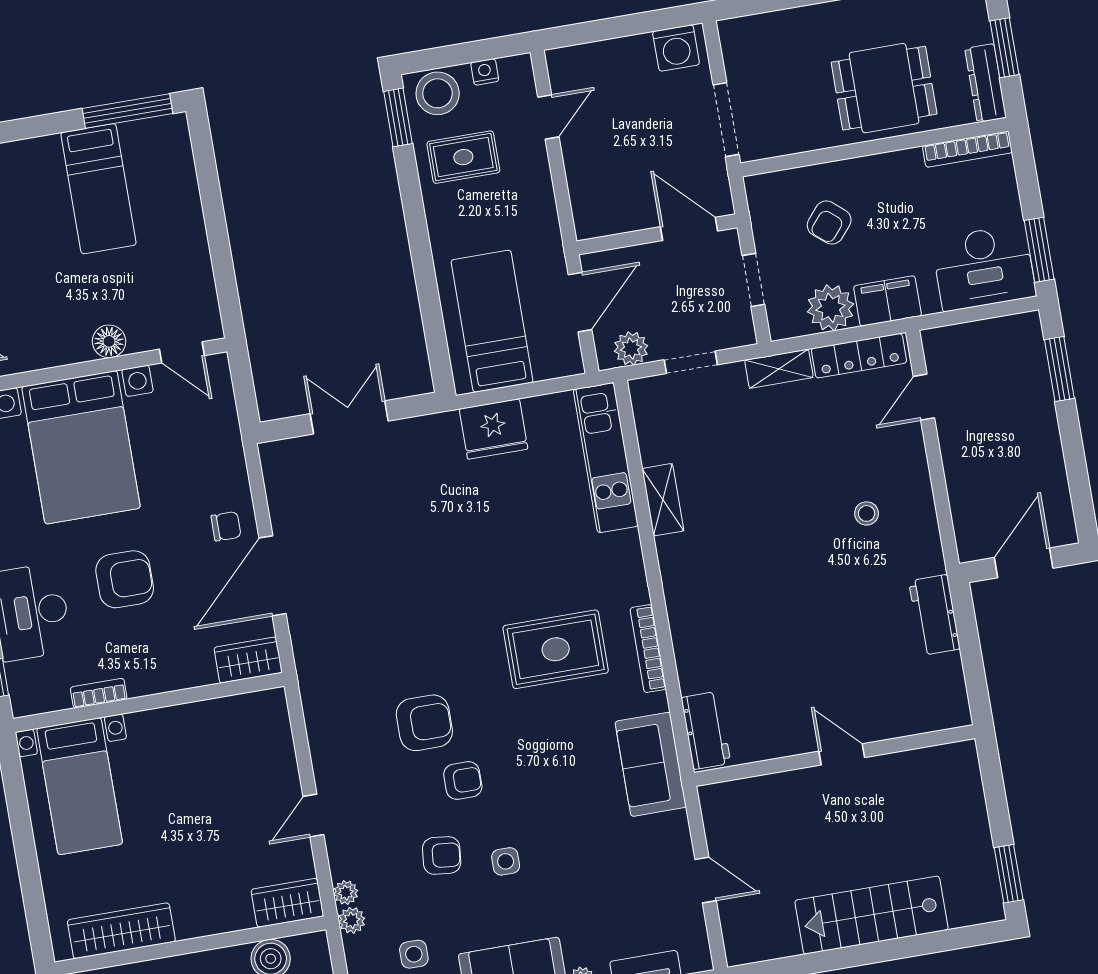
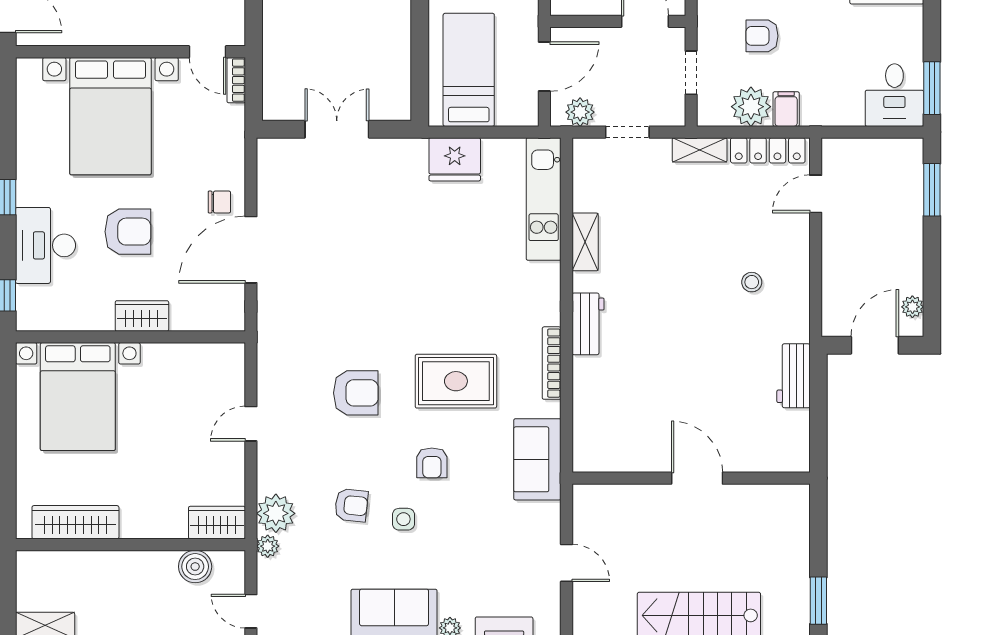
armchair: (829, 223) -> (762, 36), turned 50
desk: (984, 268) -> (894, 95), width x0.73
filing cabinet: (888, 301) -> (786, 109), width x0.50
floor lamp: (109, 341) -> (149, 32), removed
plant: (1060, 510) -> (912, 307), added
rug: (556, 649) -> (456, 381), moved
wardrobe: (248, 660) -> (142, 316), moved
bookcase: (99, 693) -> (236, 80), moved, turned -90
workbench: (706, 730) -> (588, 324), moved
door: (842, 754) -> (697, 478), width x1.38
armchair: (463, 781) -> (432, 463), moved, turned 90
bed with nightstands: (80, 786) -> (78, 397), width x1.36
door: (313, 815) -> (251, 424), moved
plant: (346, 893) -> (276, 513), width x1.88, depth x1.88
side table: (414, 954) -> (314, 583), removed

